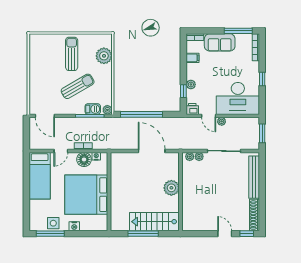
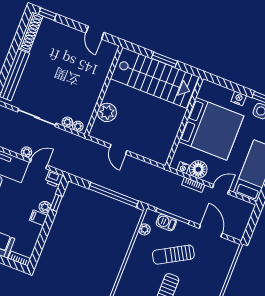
plant: (104, 56) -> (130, 277), removed
filing cabinet: (192, 58) -> (39, 218), moved
plant: (107, 110) -> (144, 229), moved
door: (45, 116) -> (211, 231), moved
door: (209, 116) -> (39, 164), hinge flipped
door: (152, 151) -> (118, 149), width x0.53
plant: (171, 188) -> (107, 112), moved
stairs: (154, 222) -> (154, 78), width x1.36, depth x1.51
window: (143, 234) -> (164, 60), width x0.69
door: (225, 234) -> (95, 33), moved

